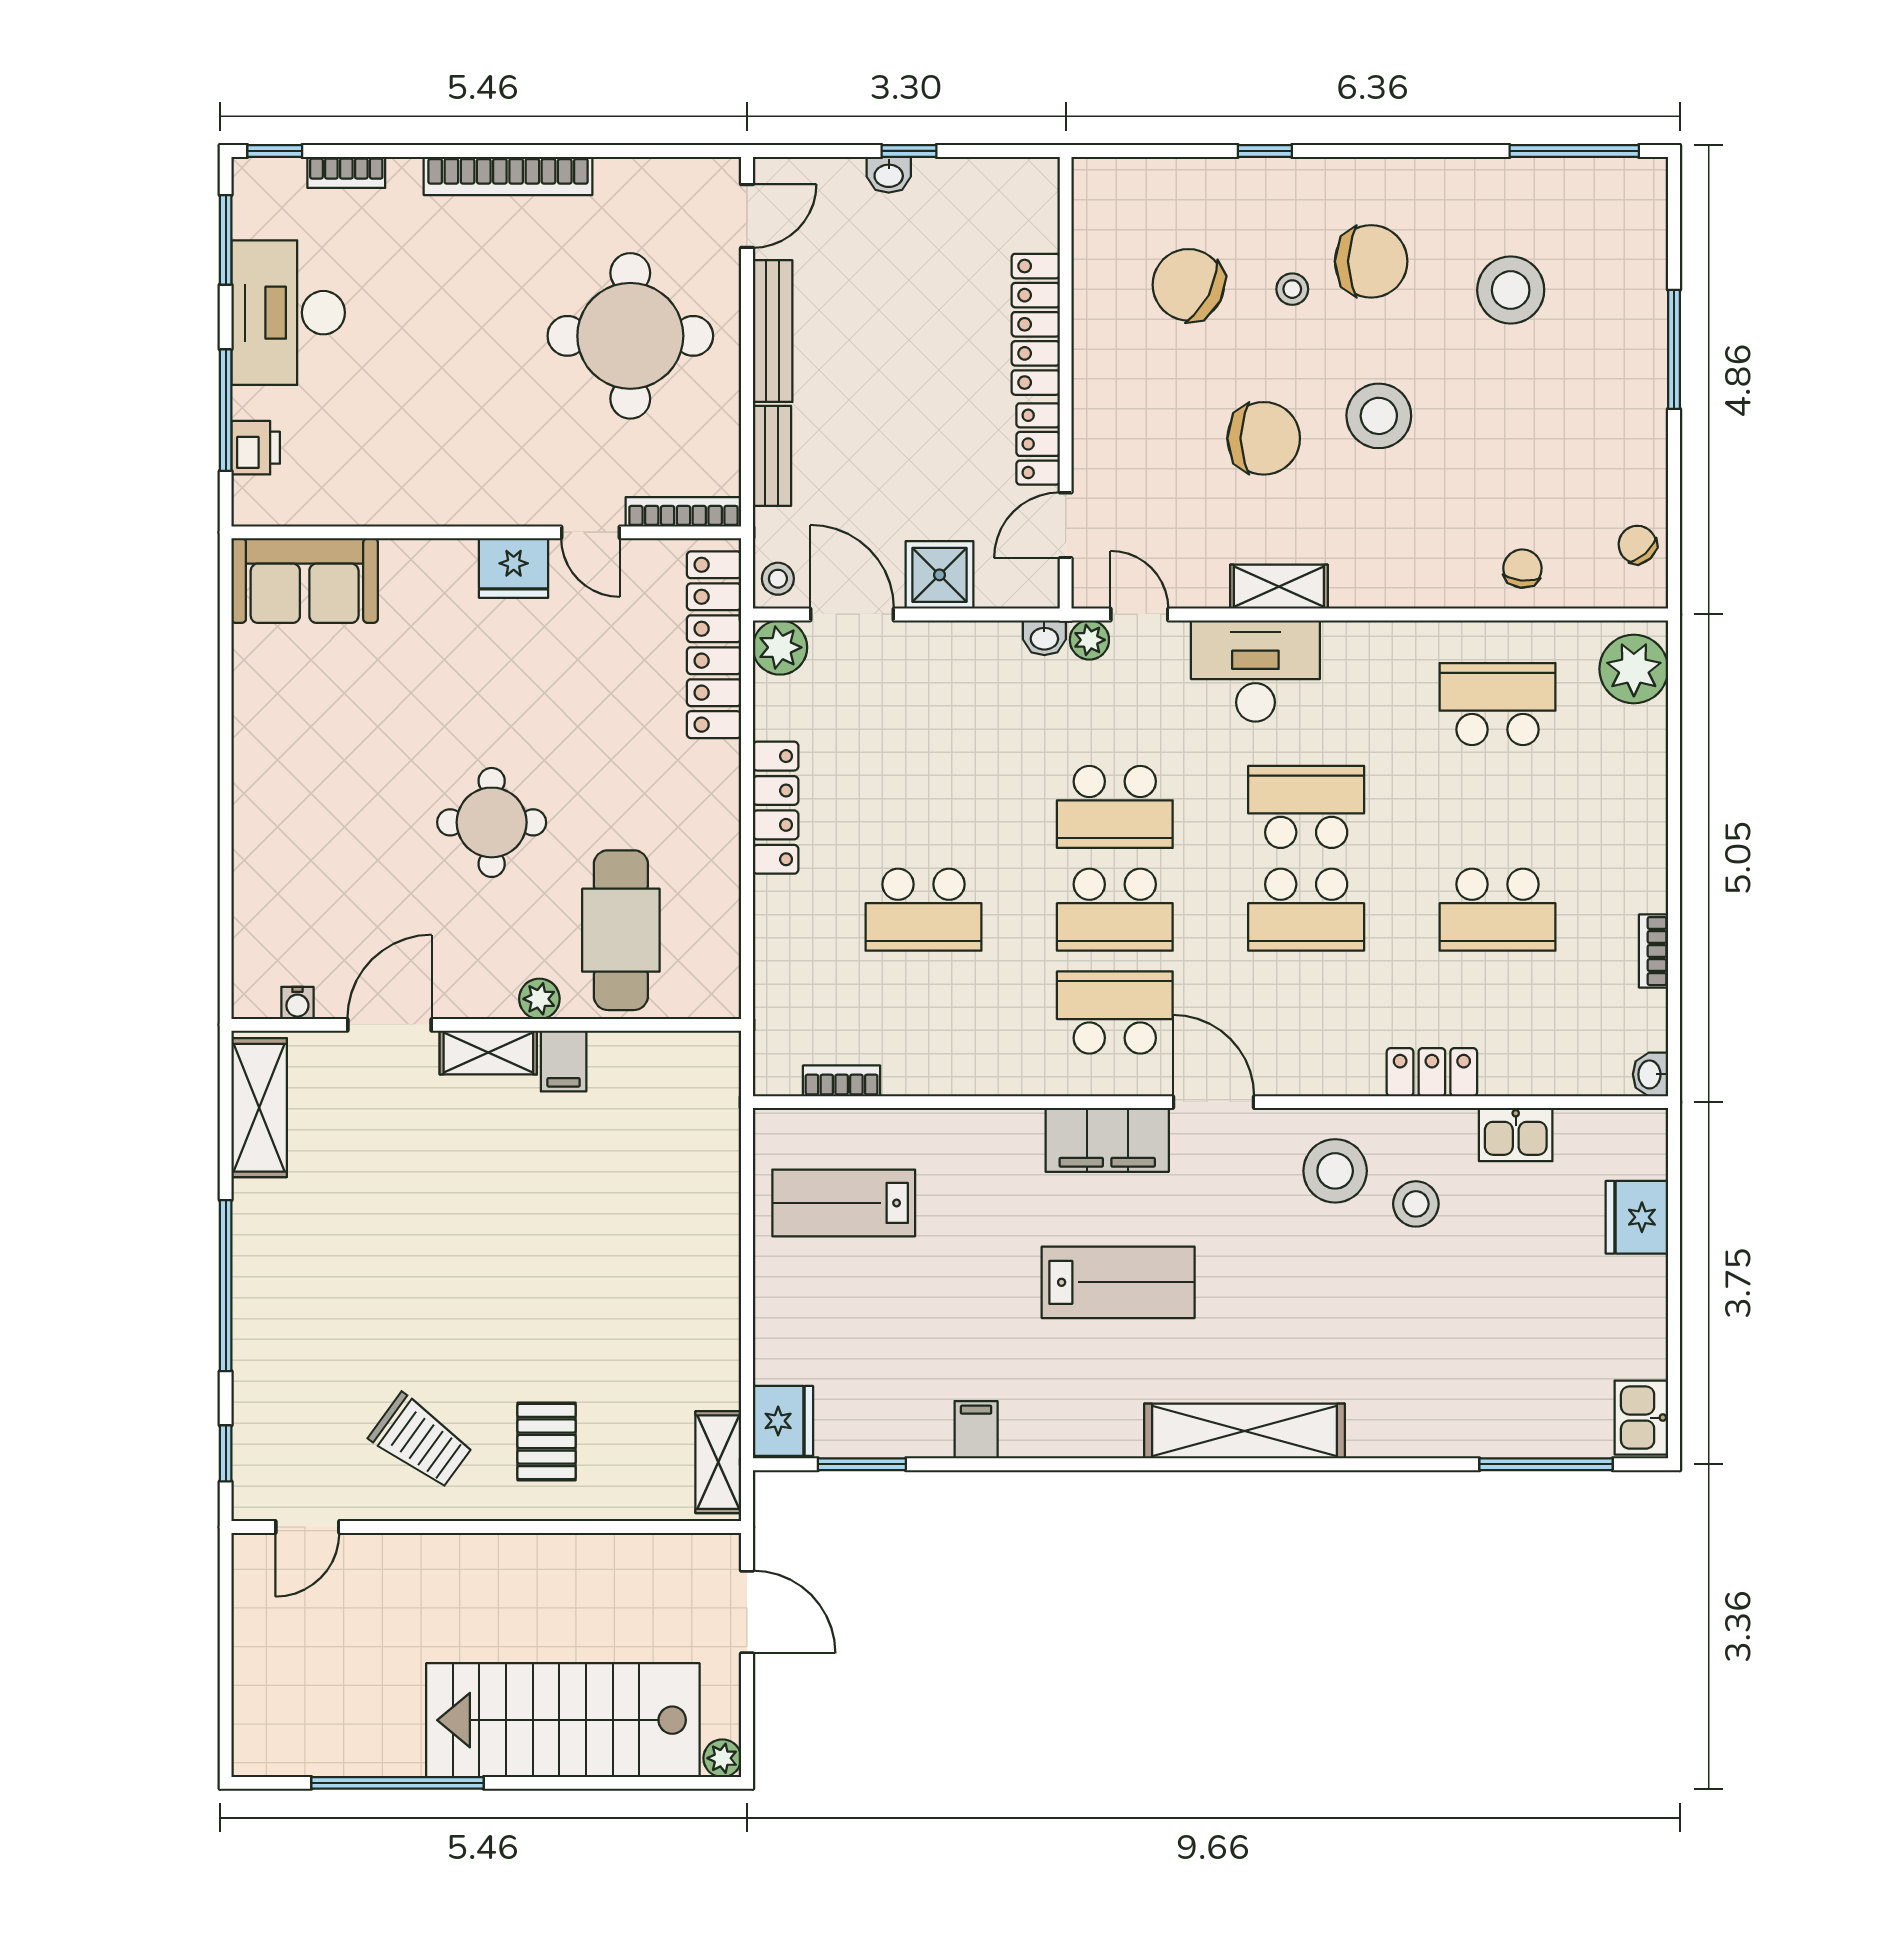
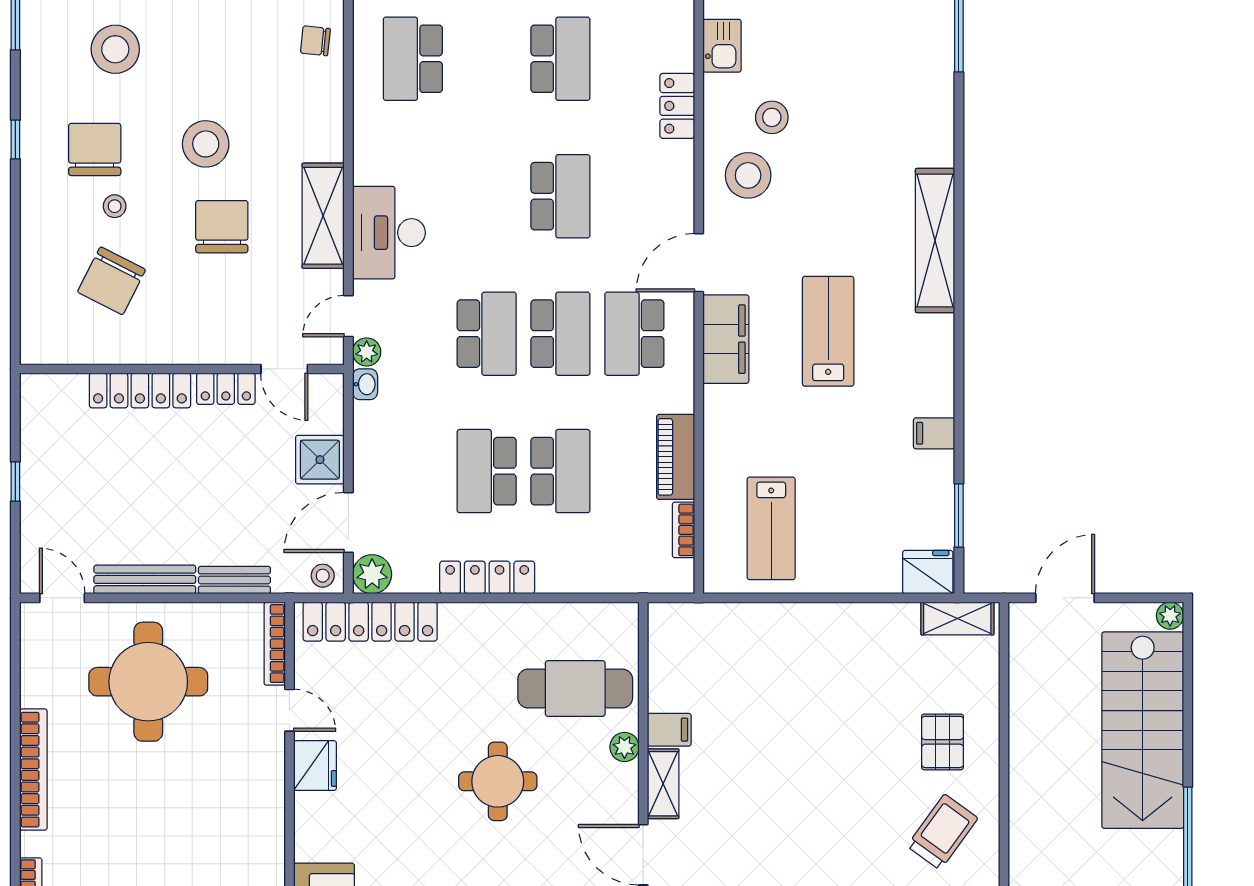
window: (1265, 151) -> (15, 139), moved
washbasin: (889, 175) -> (32, 496), removed
door: (591, 532) -> (289, 710), hinge flipped
shelving: (1279, 587) -> (323, 216), width x1.50, depth x1.33
school desk: (1306, 807) -> (487, 471), moved
piano: (943, 1070) -> (676, 457), added
pallet: (547, 1442) -> (943, 742), turned 90

